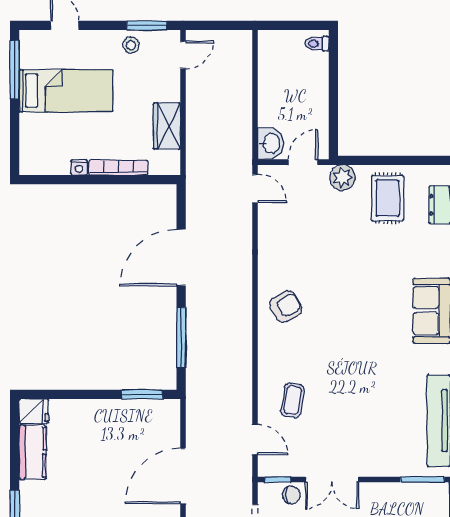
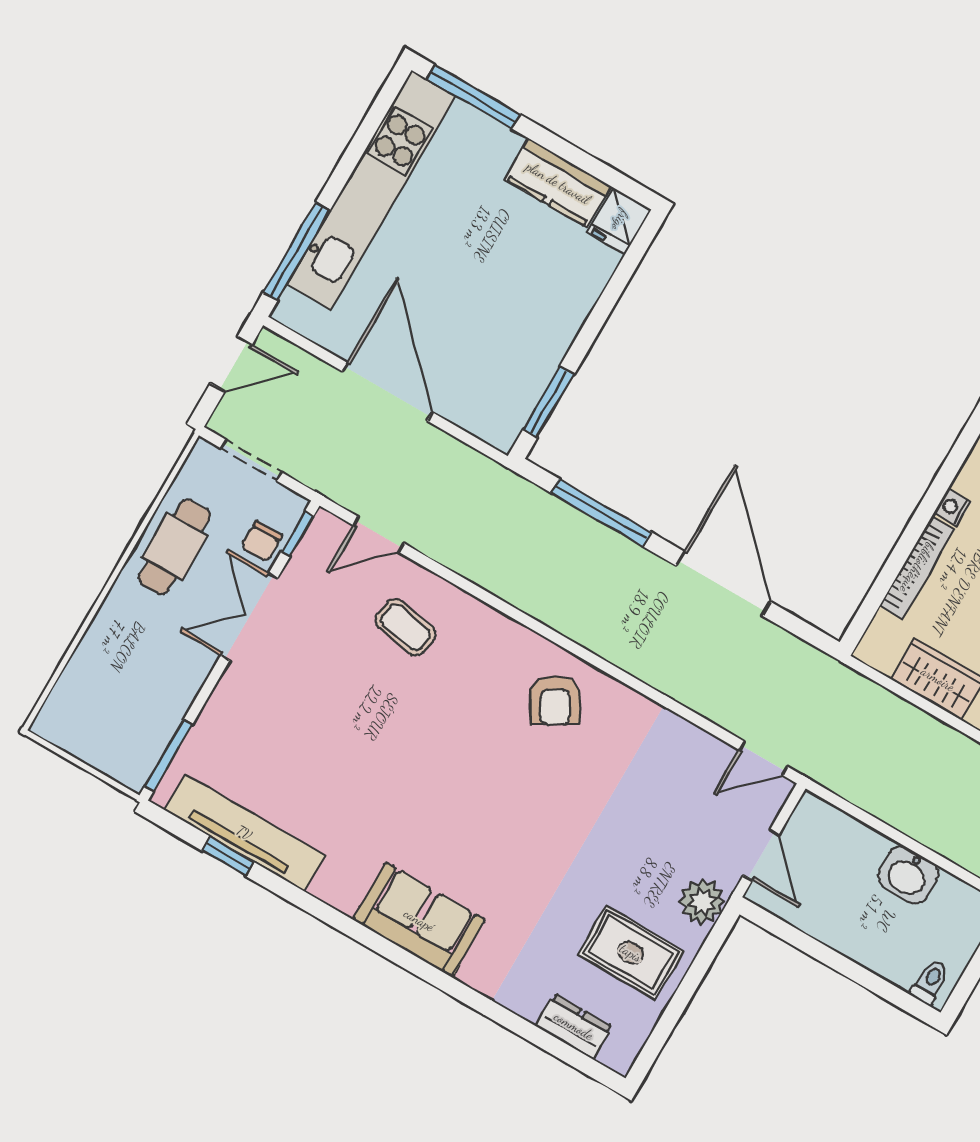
washbasin: (271, 143) -> (908, 875), moved

